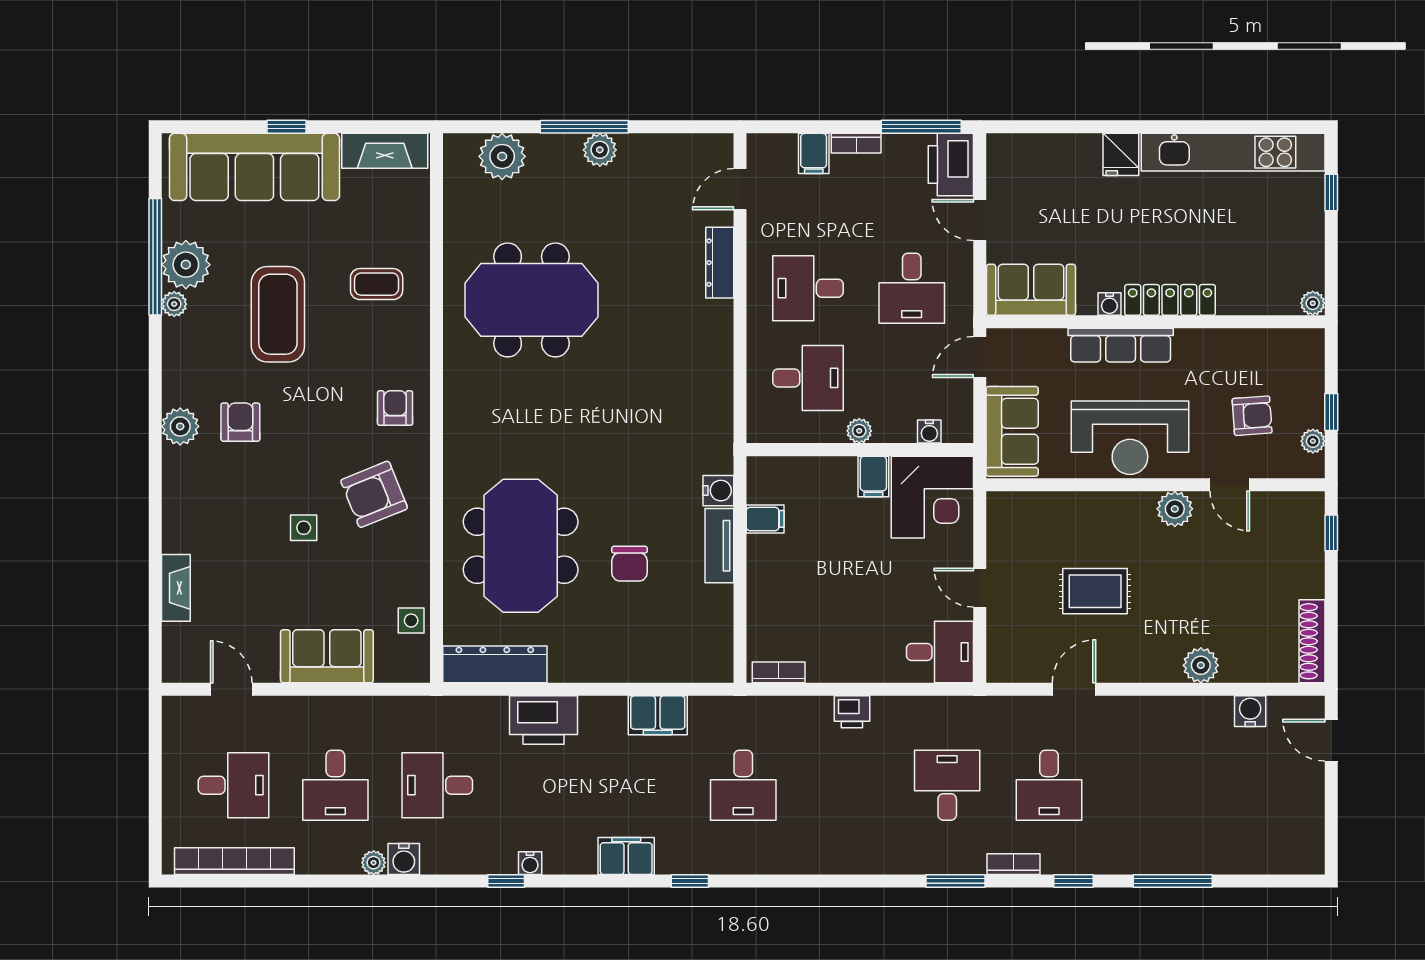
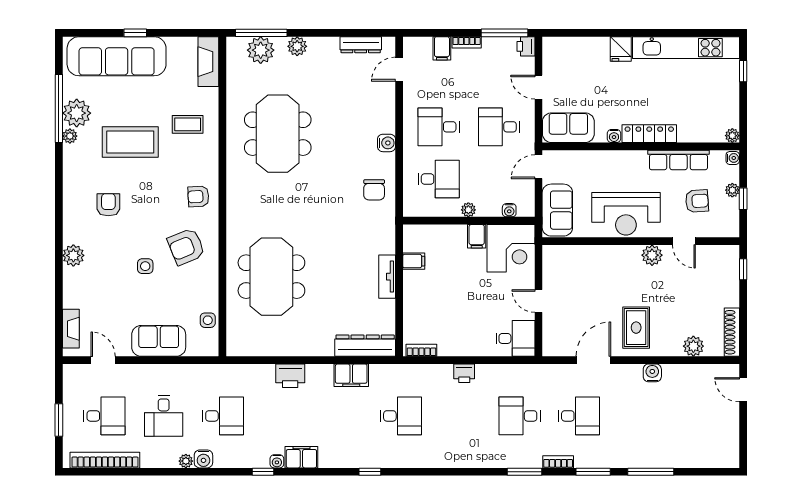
window: (584, 127) -> (261, 33), moved
plant: (600, 150) -> (297, 46), moved
fireplace: (385, 151) -> (208, 62), moved, turned 90
printer: (951, 165) -> (526, 46), width x0.53, depth x0.68
dresser: (720, 263) -> (361, 45), moved, turned -90
desk: (912, 288) -> (499, 127), turned 90
meeting table: (531, 300) -> (278, 134), turned 90
coffee table: (278, 314) -> (130, 142), turned 90
water cooler: (1313, 342) -> (733, 158), added
row of seats: (1121, 345) -> (678, 160), moved
armchair: (395, 408) -> (198, 197), turned -93
plant: (180, 426) -> (73, 255), moved
plant: (1313, 441) -> (732, 190), moved
water cooler: (718, 491) -> (386, 143), moved
chair: (629, 564) -> (374, 190), moved
fireplace: (176, 588) -> (71, 329), moved
rug: (1095, 591) -> (636, 328), moved, turned 90
dresser: (495, 664) -> (365, 346), moved
plant: (1201, 665) -> (693, 346), moved
door: (1074, 689) -> (593, 360), width x1.37
water cooler: (1250, 711) -> (652, 373), moved
printer: (544, 720) -> (290, 376), width x0.73, depth x0.84
desk: (437, 785) -> (223, 416), turned 180
desk: (743, 785) -> (401, 416), turned -90
desk: (947, 785) -> (520, 416), turned -90
desk: (1049, 785) -> (579, 416), turned -90
window: (155, 792) -> (59, 420), added
filing cabinet: (626, 856) -> (301, 457), moved
window: (1074, 881) -> (593, 472), width x1.50

